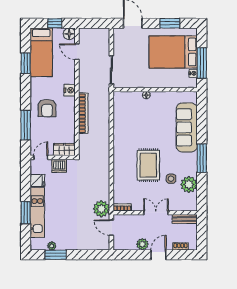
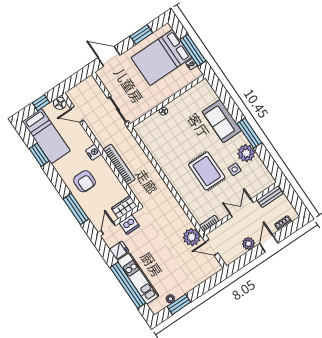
sofa: (187, 127) -> (222, 121), width x0.73
plant: (189, 184) -> (246, 153), moved
window: (26, 213) -> (128, 285), width x2.11

